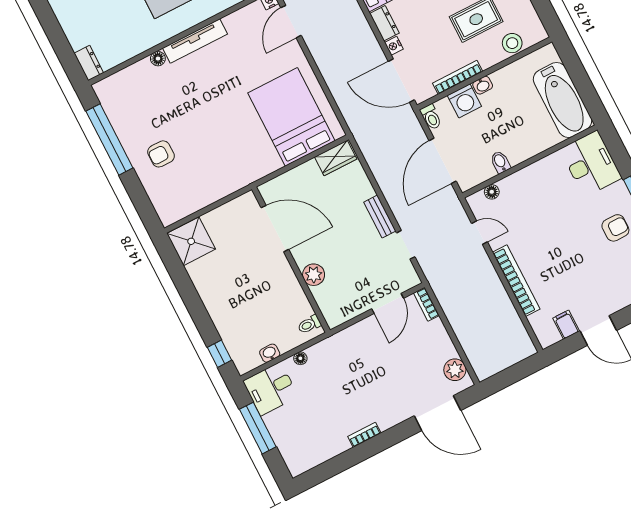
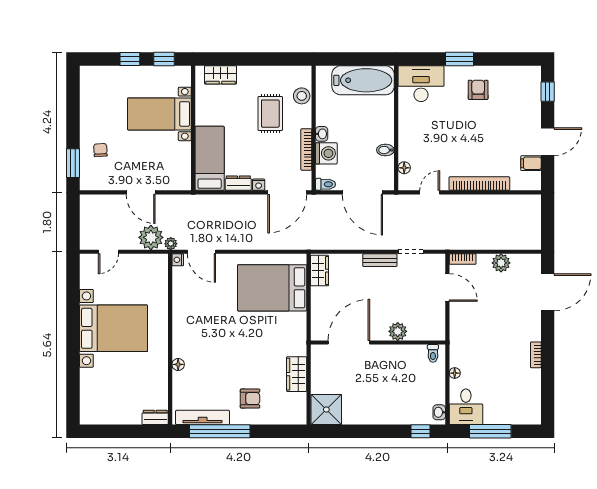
tv unit: (195, 41) -> (203, 417), moved, turned -90
armchair: (161, 154) -> (250, 399), turned -90
wardrobe: (213, 190) -> (297, 374), added
washbasin: (270, 353) -> (439, 412), moved
plant: (455, 370) -> (501, 263), moved

